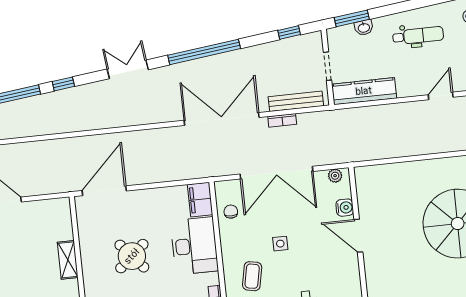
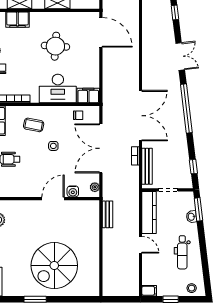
door: (441, 96) -> (140, 245), moved
bench: (373, 153) -> (107, 214), added
round table: (132, 256) -> (55, 46), turned 45

